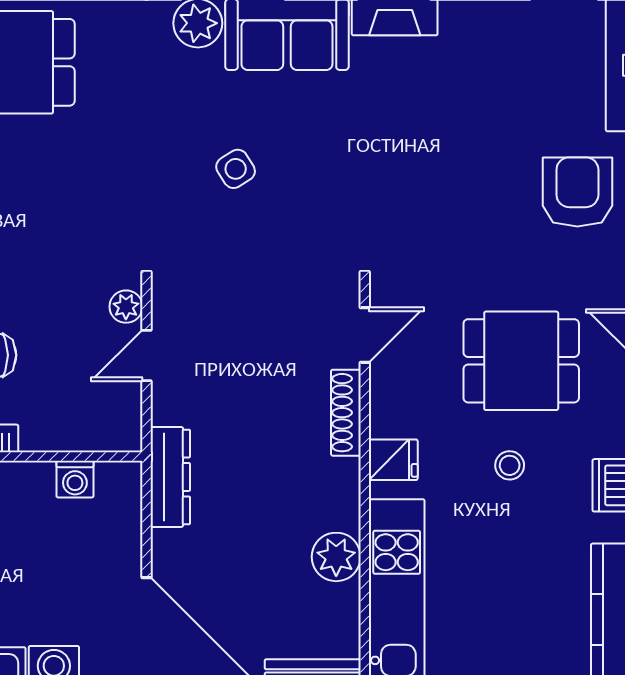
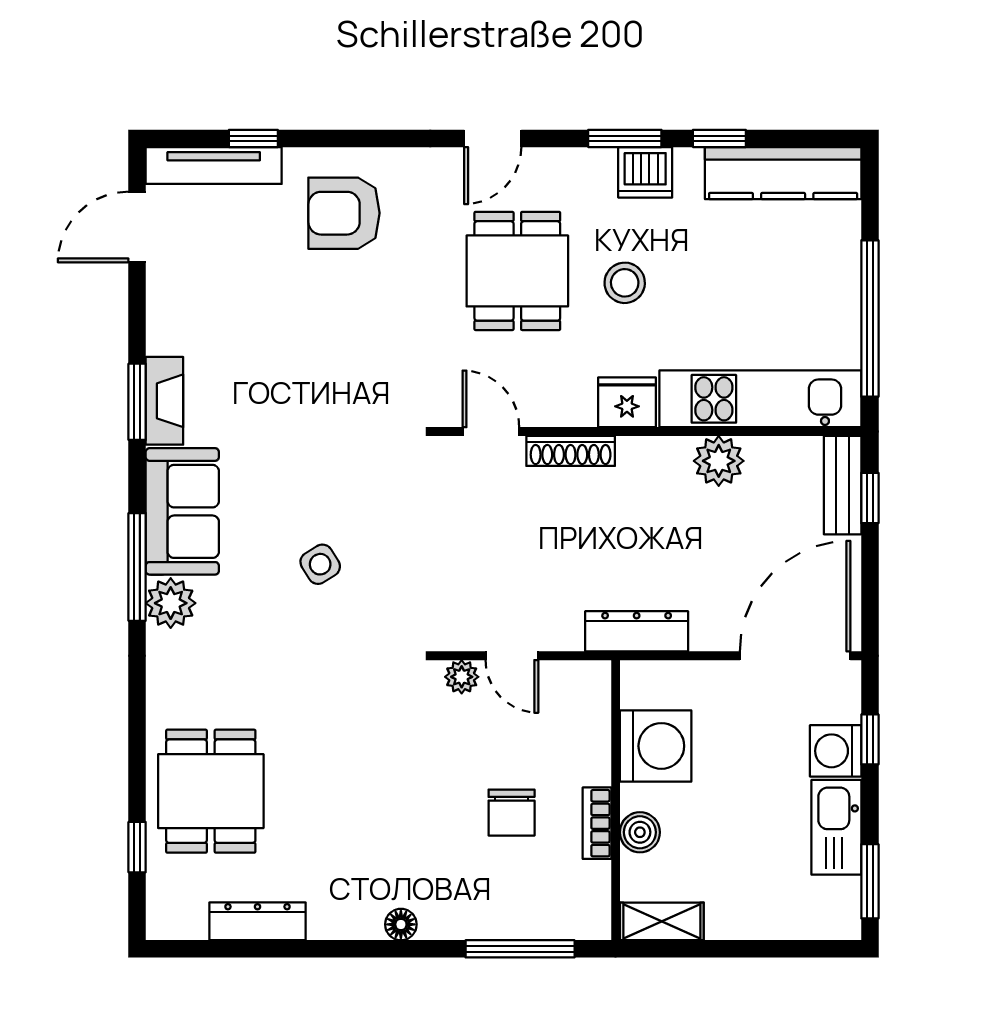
fridge: (393, 460) -> (627, 402), width x1.38
stool: (510, 465) -> (625, 283), width x1.37, depth x1.37
washing machine: (75, 479) -> (656, 746), width x1.89, depth x1.89

